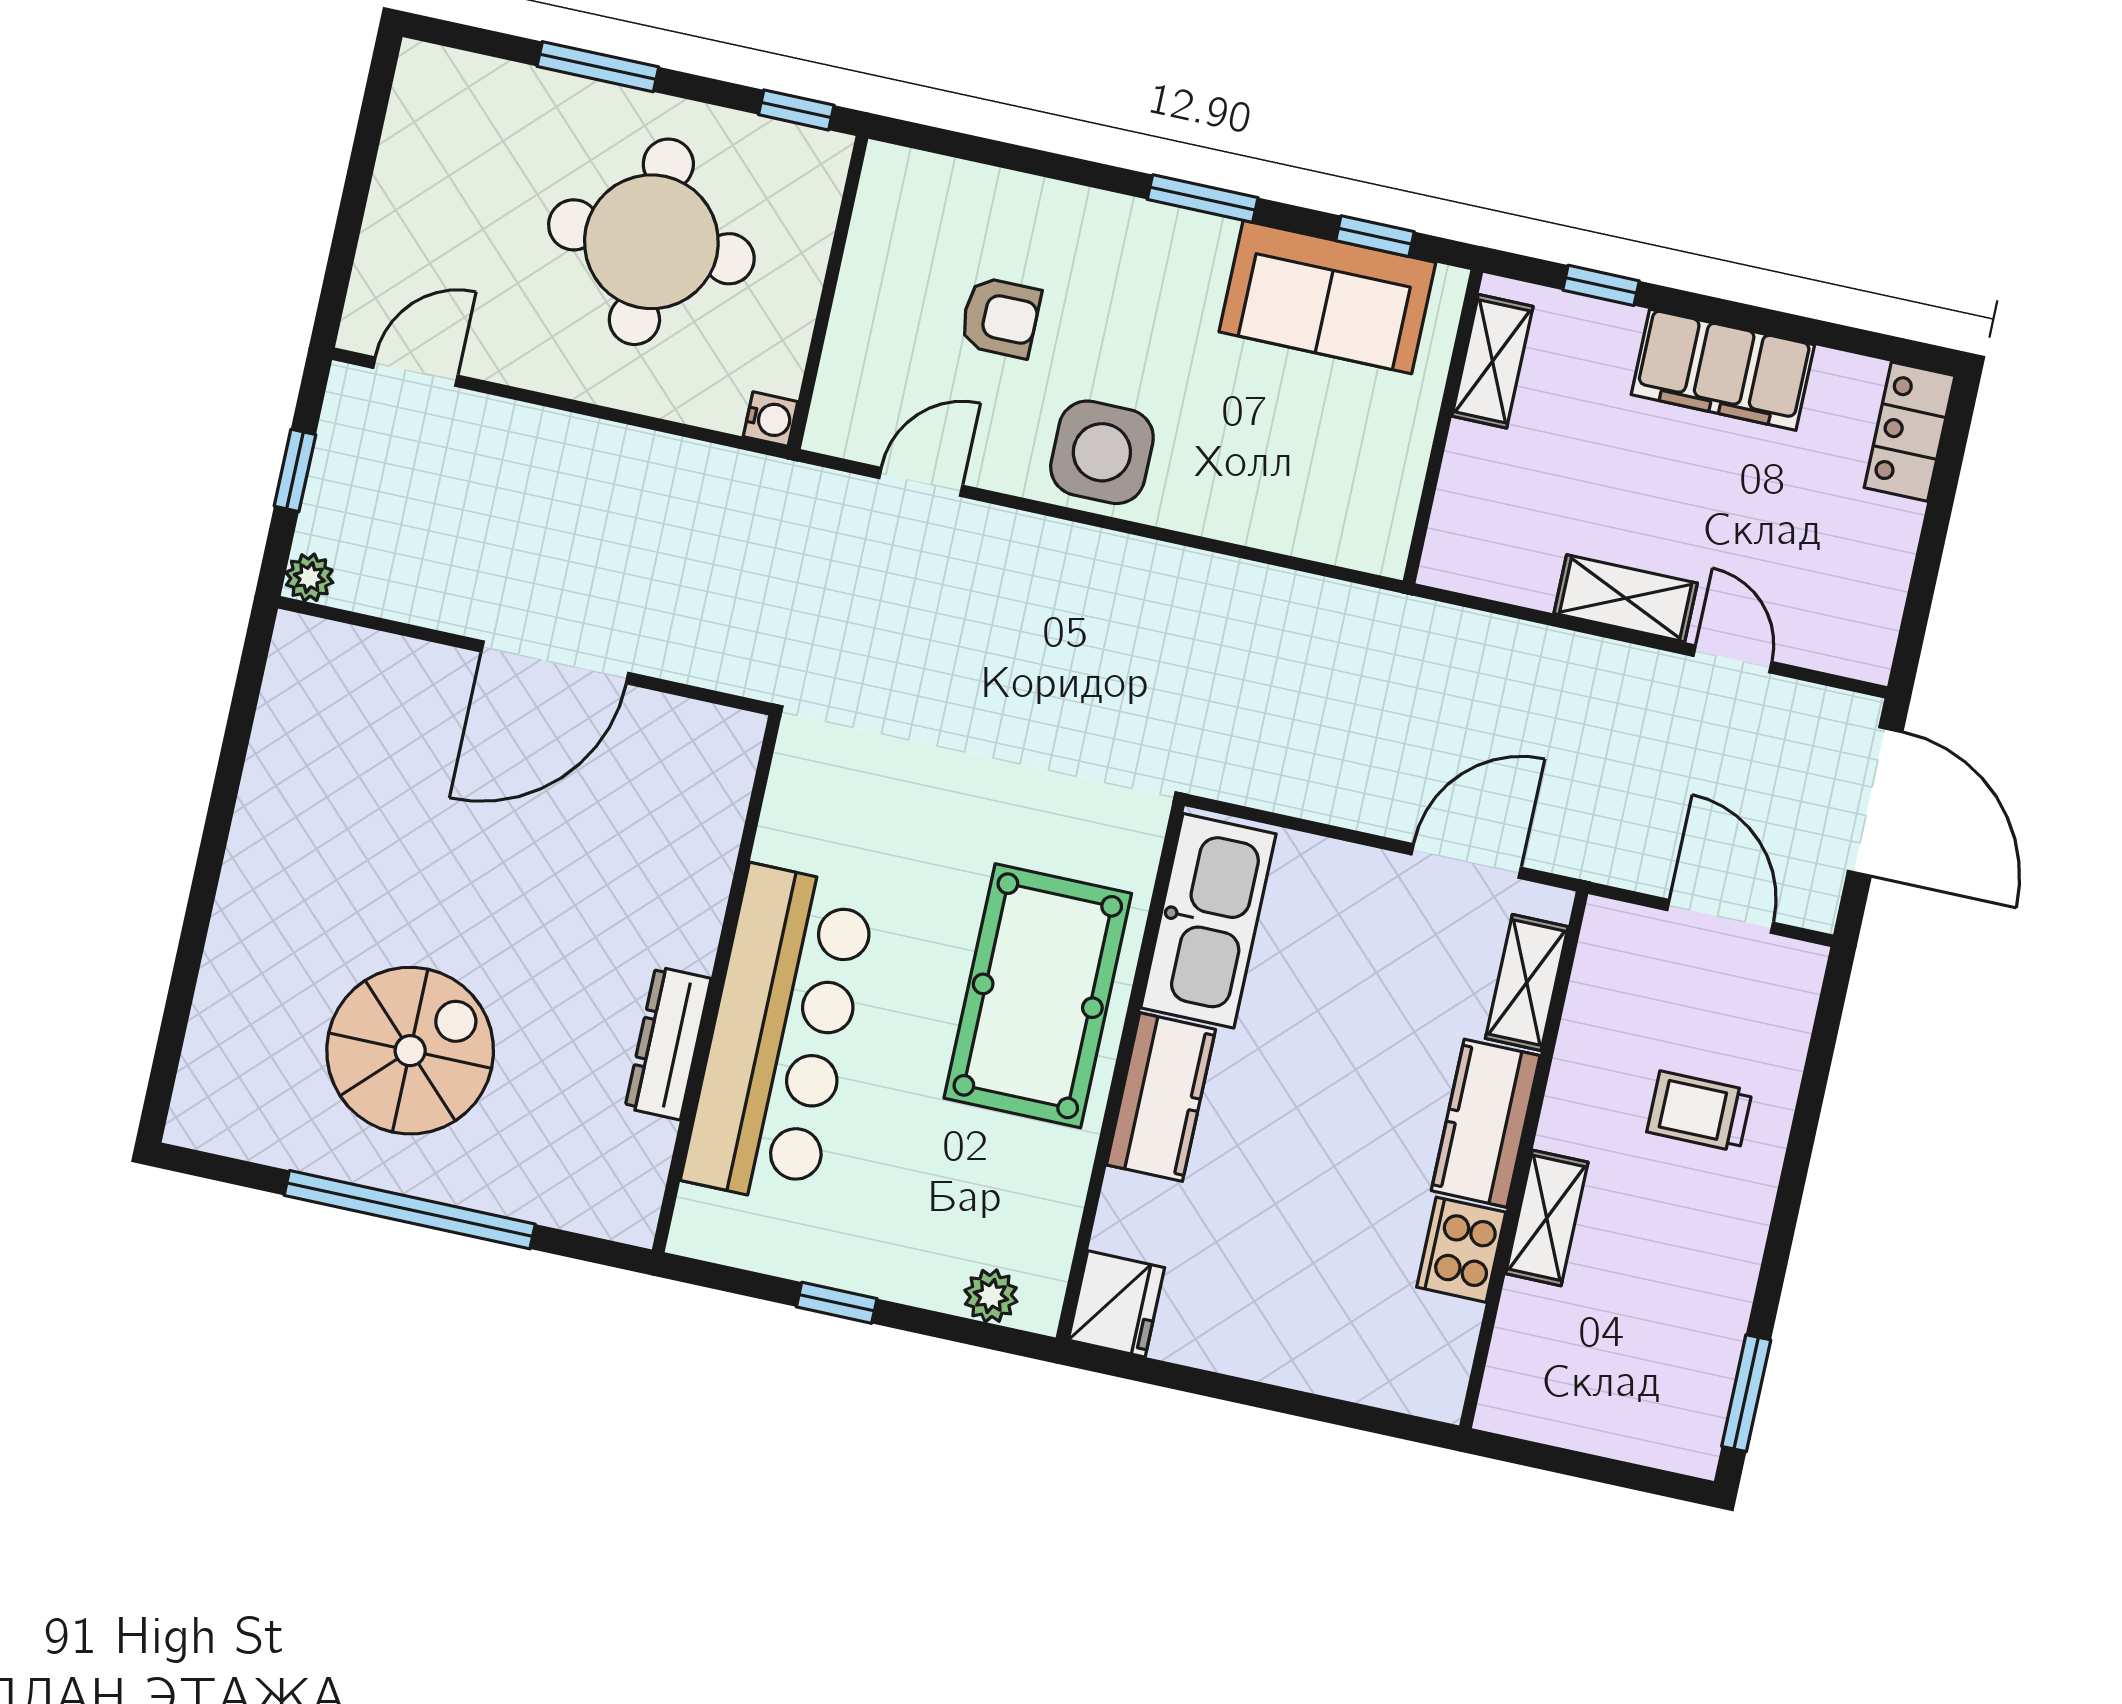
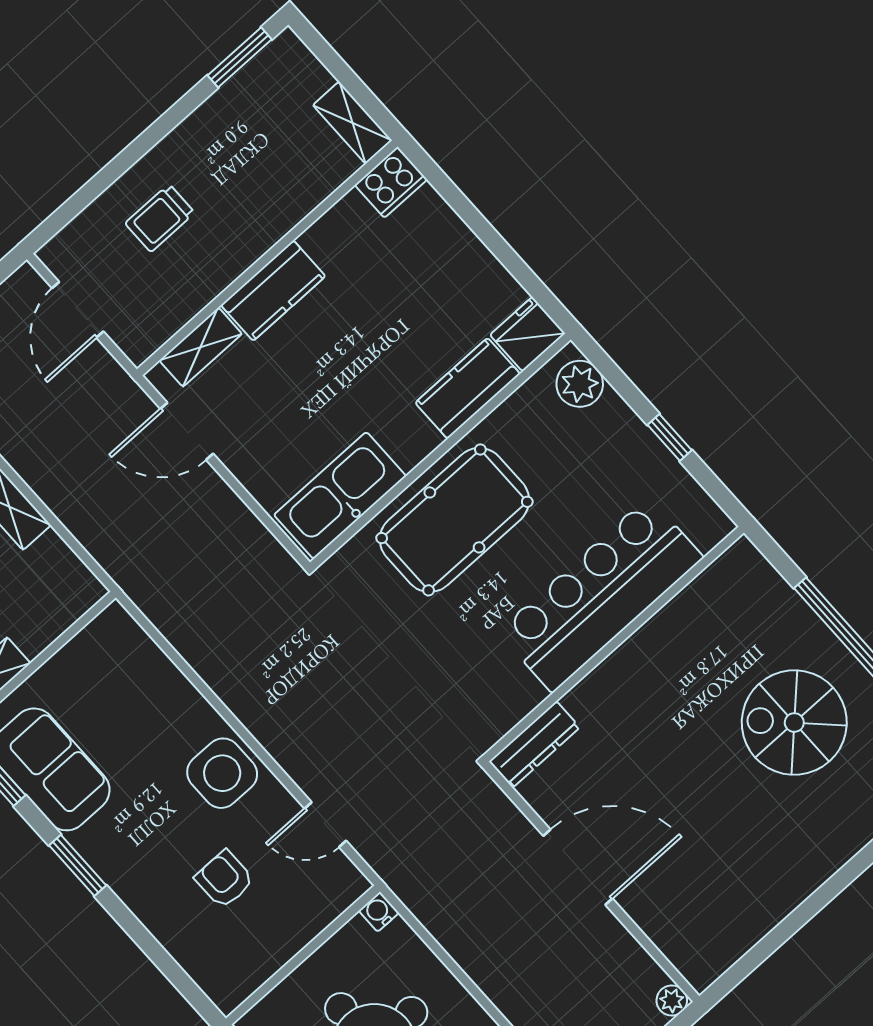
dresser: (668, 1043) -> (534, 744), moved
kitchen counter: (1161, 1097) -> (468, 388), moved
trolley: (1699, 1111) -> (160, 218), turned 90
shelving: (1547, 1218) -> (352, 123), moved, turned 90
cooker: (1461, 1250) -> (391, 182), moved
plant: (991, 1296) -> (580, 384), width x1.38, depth x1.38

